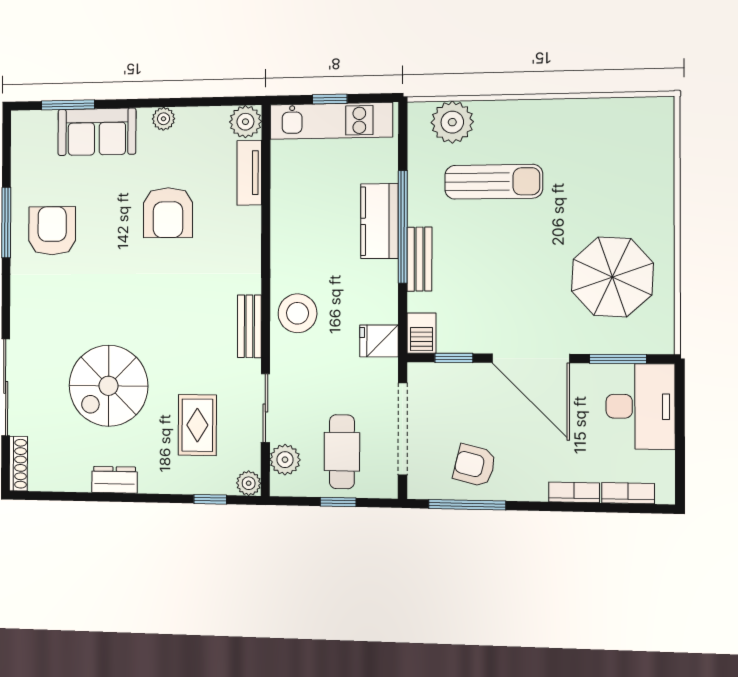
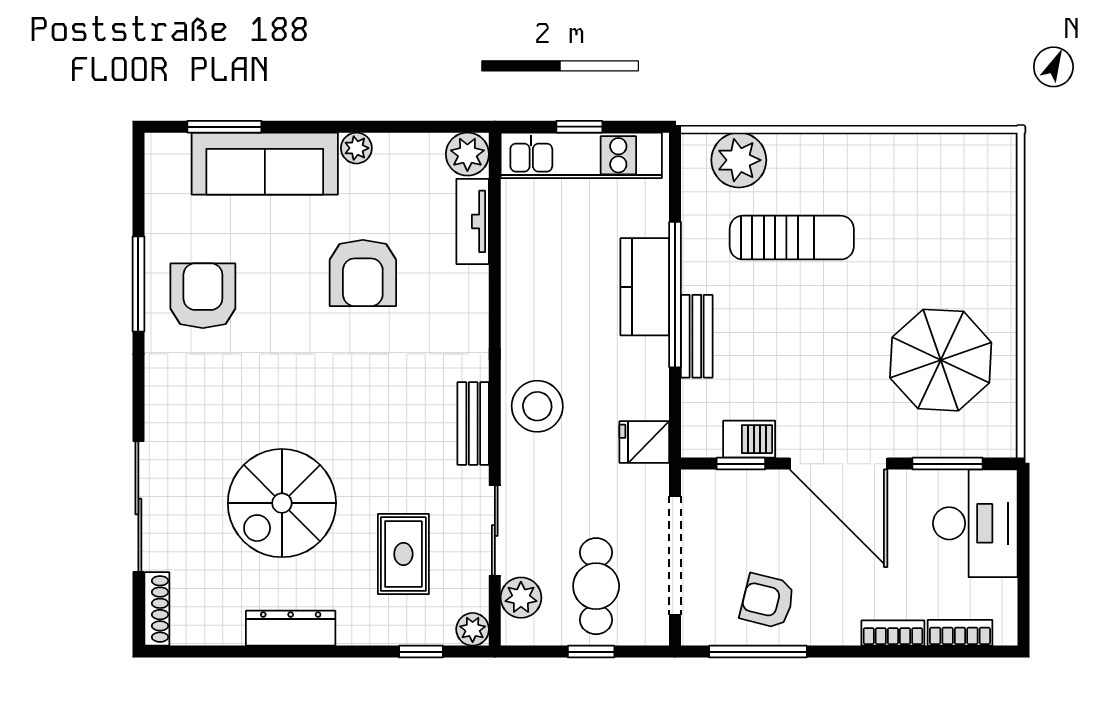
sofa: (97, 132) -> (265, 164), width x1.36
barbecue: (421, 333) -> (749, 439), moved, turned -90
dresser: (115, 480) -> (291, 628), width x1.44

